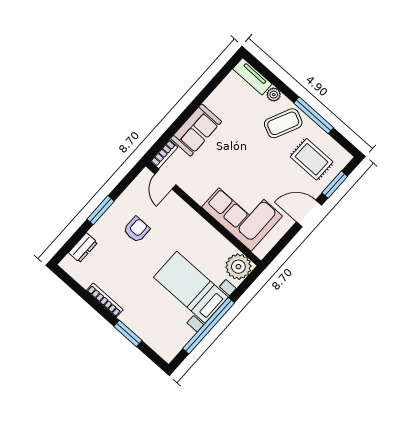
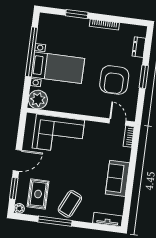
plant: (274, 95) -> (19, 208), moved
sofa: (196, 130) -> (118, 178), moved
rug: (312, 159) -> (38, 194), turned 90
armchair: (137, 230) -> (114, 80), width x1.88, depth x1.88

